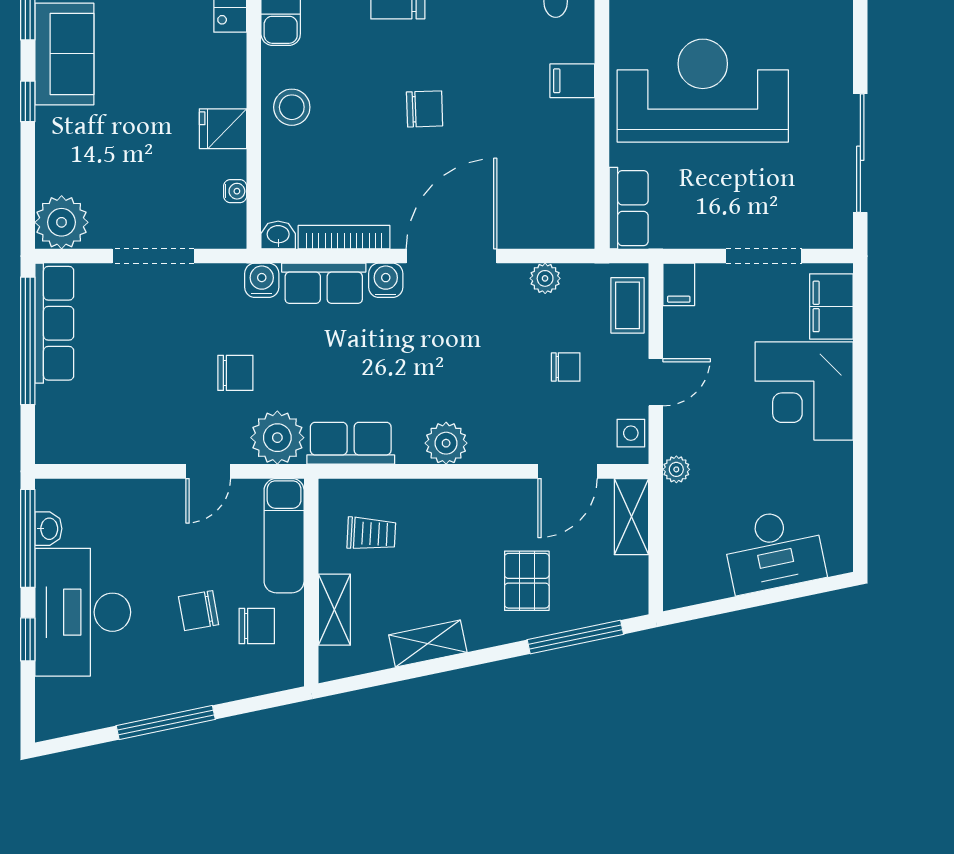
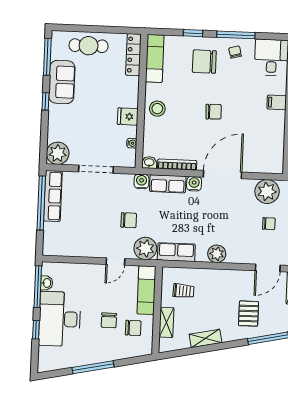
plant: (545, 278) -> (267, 192), width x1.88, depth x1.88
chair: (199, 611) -> (109, 320), turned -80

